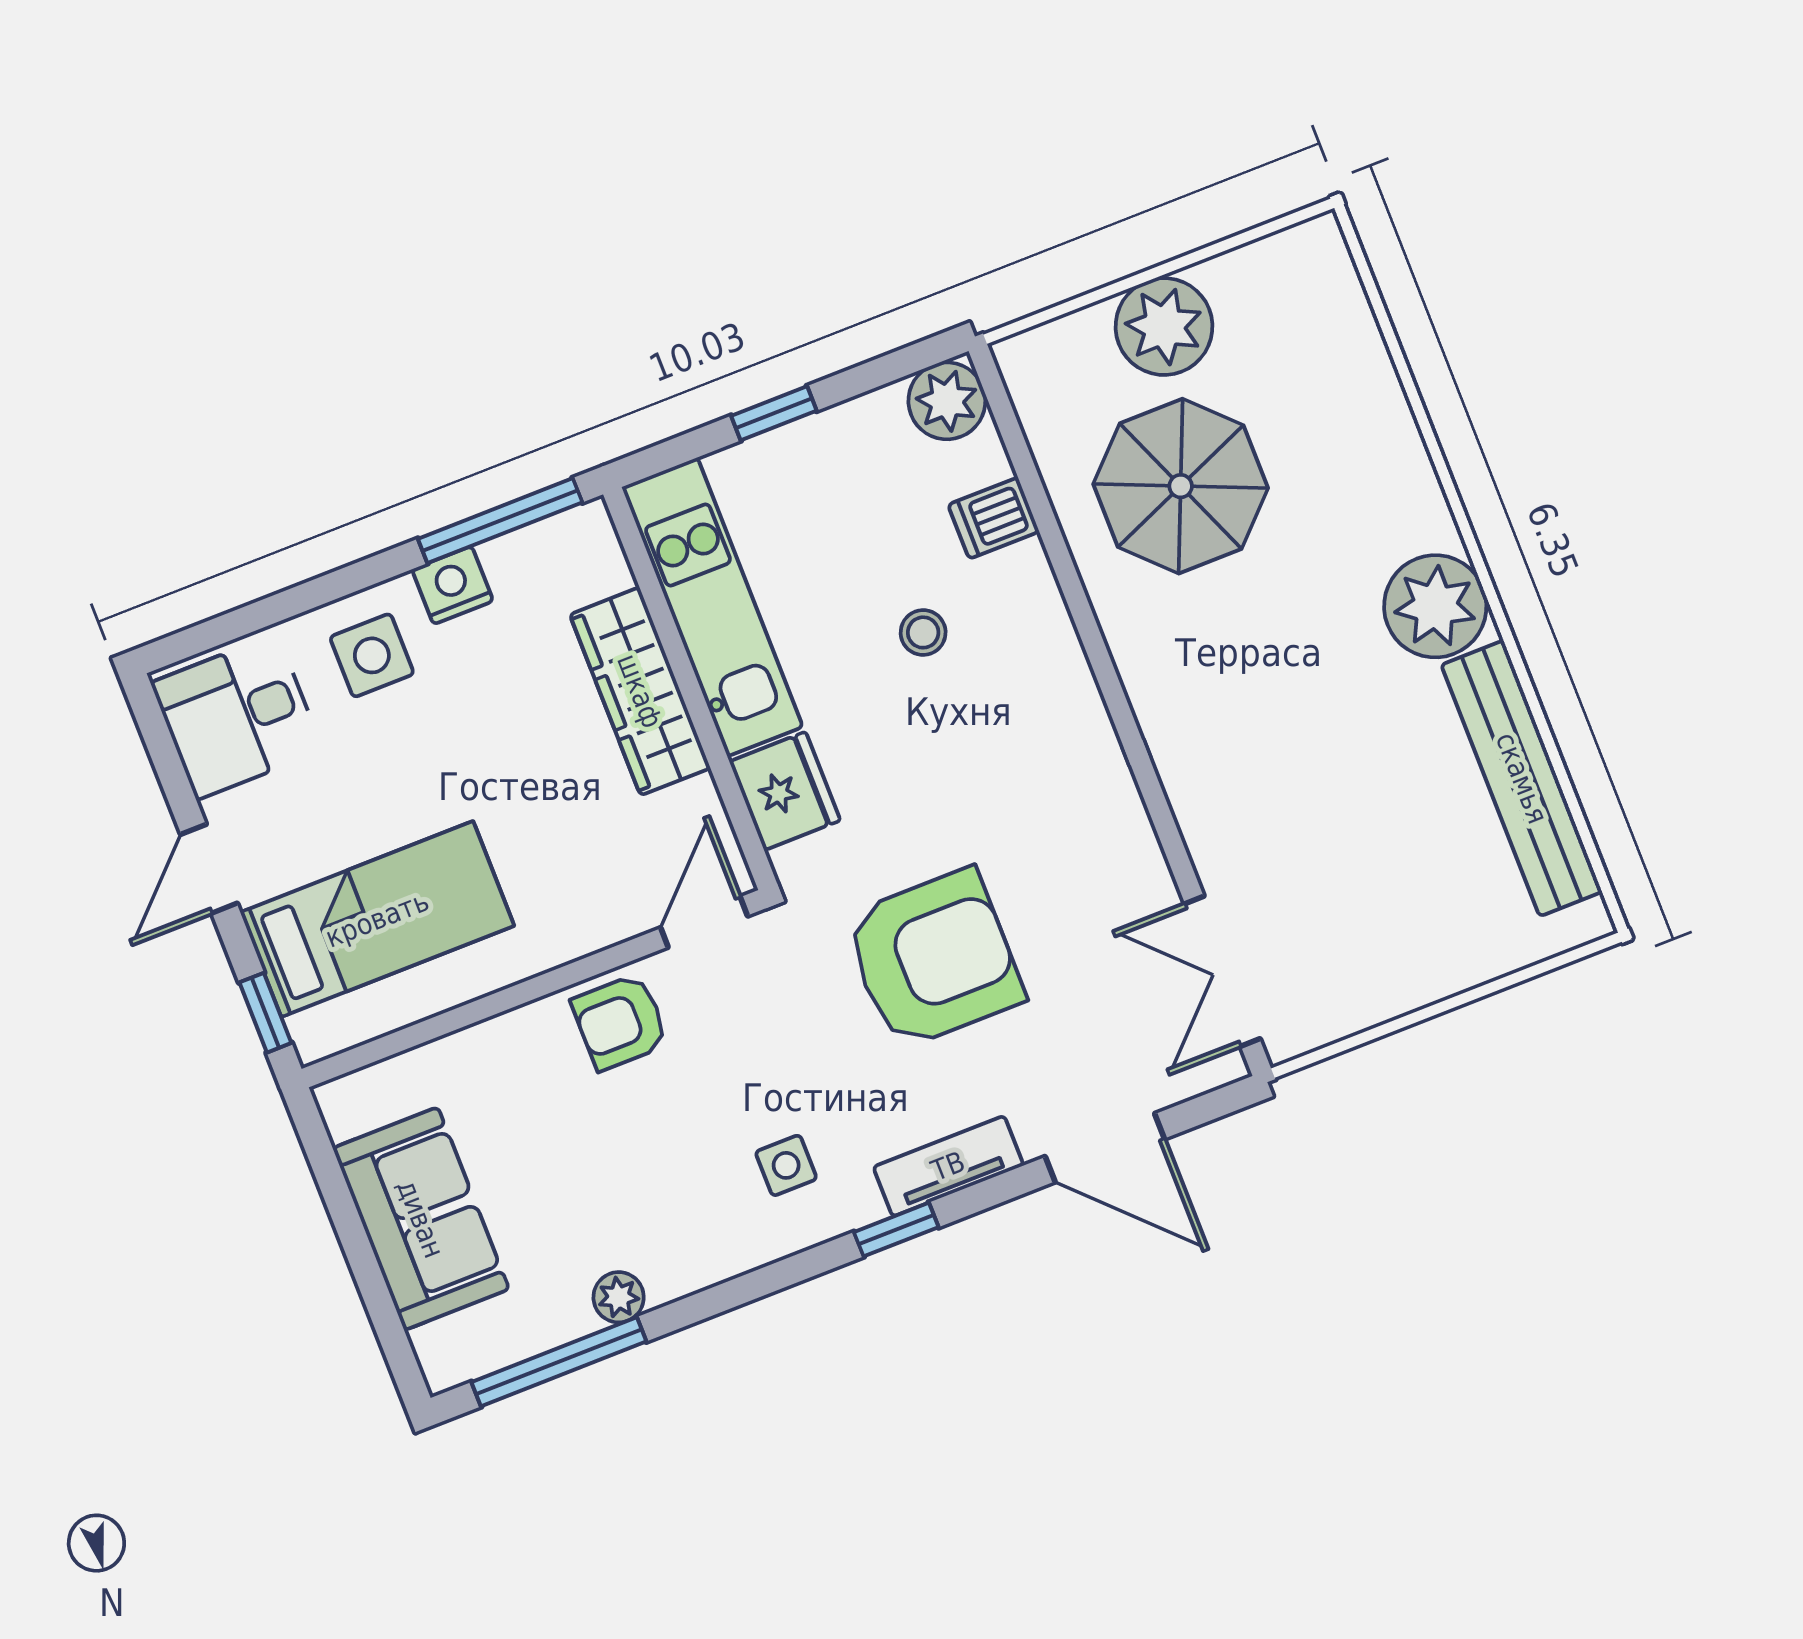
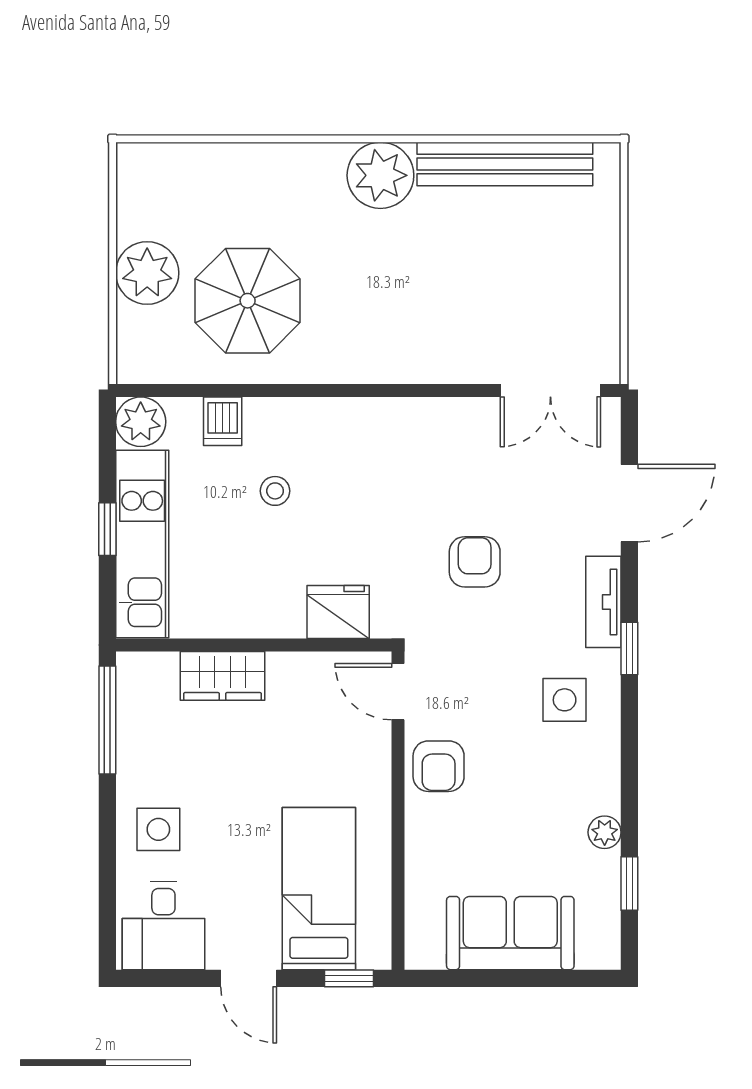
nightstand: (453, 585) -> (135, 764), removed
kitchen unit: (712, 607) -> (142, 544), moved, turned 90
wardrobe: (640, 691) -> (223, 676), width x0.67
armchair: (934, 959) -> (475, 562), width x0.53, depth x0.53
side table: (786, 1165) -> (565, 700), width x1.37, depth x1.37
window: (559, 1362) -> (629, 884), width x0.46

